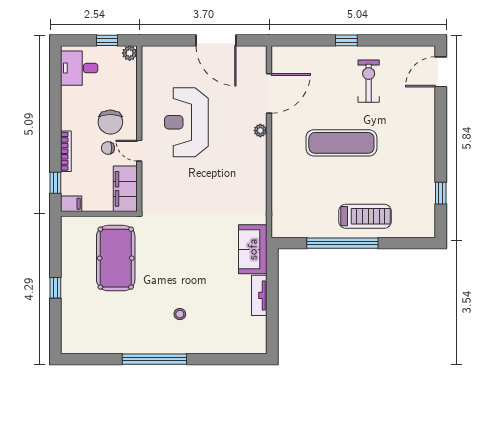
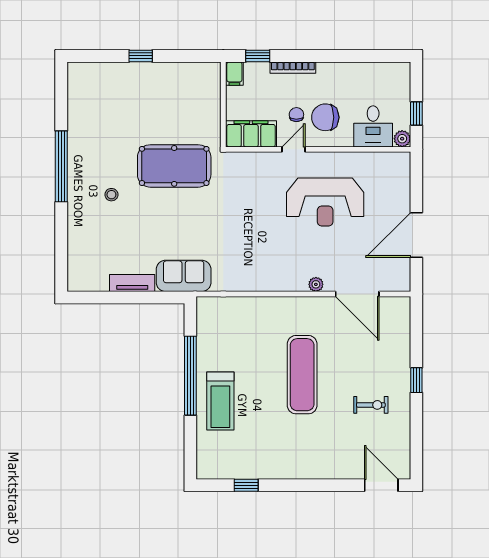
desk: (79, 68) -> (373, 126), moved, turned 180
exercise bike: (369, 81) -> (371, 405), width x0.73, depth x0.72
reception desk: (186, 122) -> (325, 202), turned 180
pool table: (116, 258) -> (174, 166), moved

